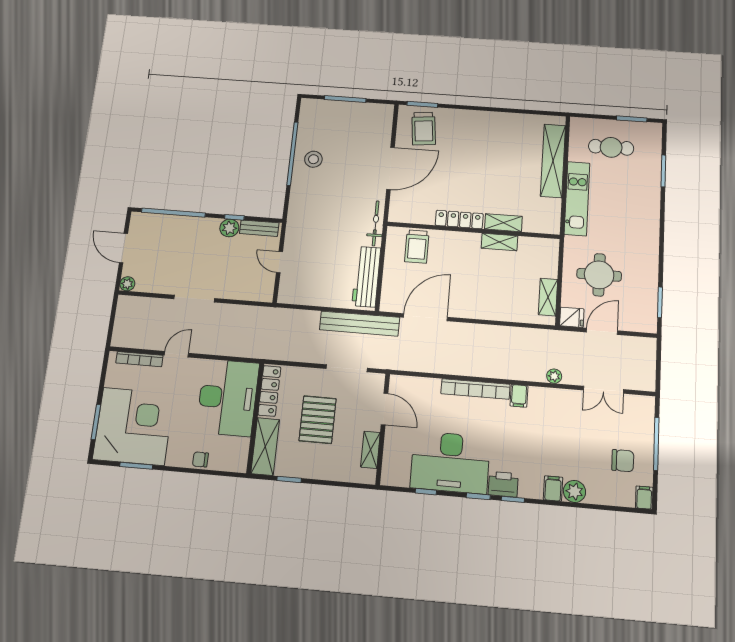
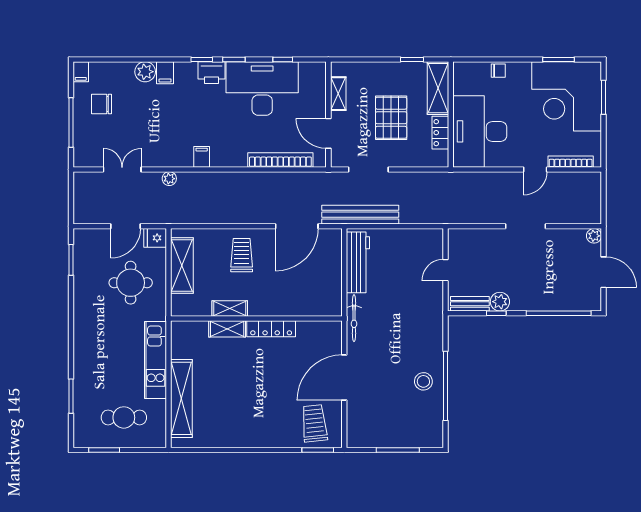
trolley: (417, 247) -> (242, 255), moved
door: (279, 262) -> (446, 270), swing flipped
shelving: (548, 297) -> (182, 266), width x1.50, depth x1.33
bookcase: (475, 389) -> (280, 160), moved
locker: (269, 391) -> (440, 133), width x0.66

